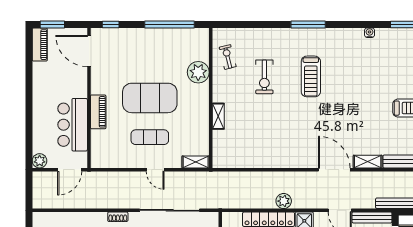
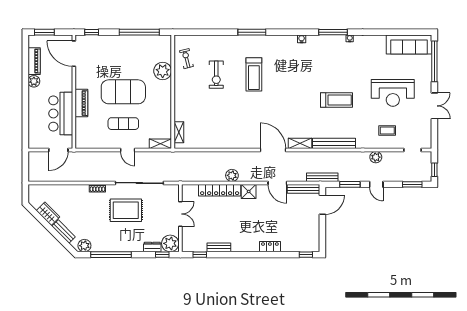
piano: (40, 45) -> (34, 61), moved
shelving: (218, 116) -> (179, 132), moved
plant: (40, 161) -> (34, 81), moved

